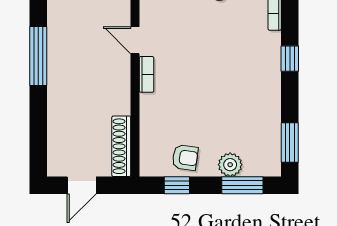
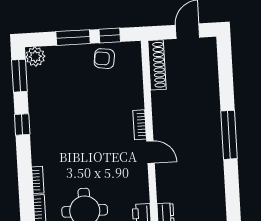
window: (290, 59) -> (22, 124), moved
plant: (230, 165) -> (35, 57), moved
window: (242, 185) -> (73, 38), moved

